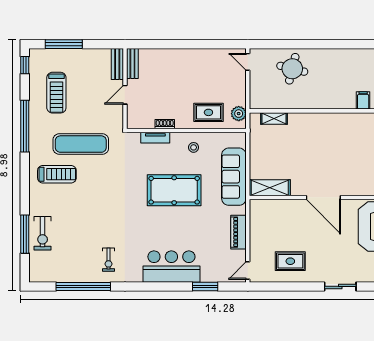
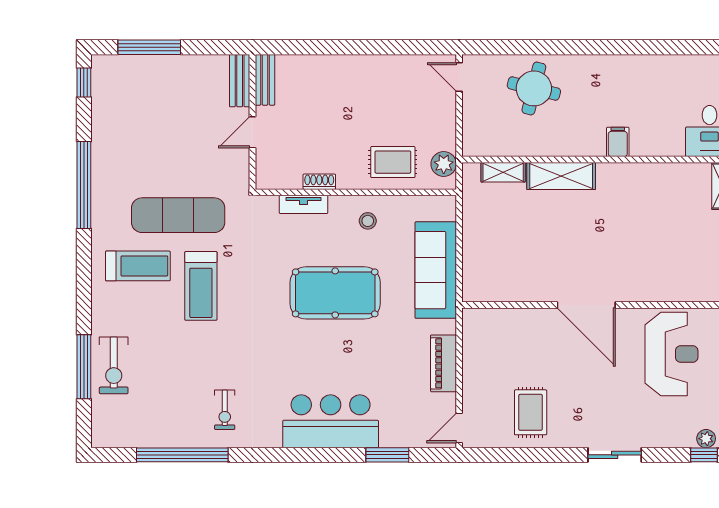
treadmill: (56, 93) -> (201, 286), moved
filing cabinet: (363, 100) -> (618, 142), moved
shelving: (270, 188) -> (561, 176), moved
rug: (290, 261) -> (531, 412), turned 90

